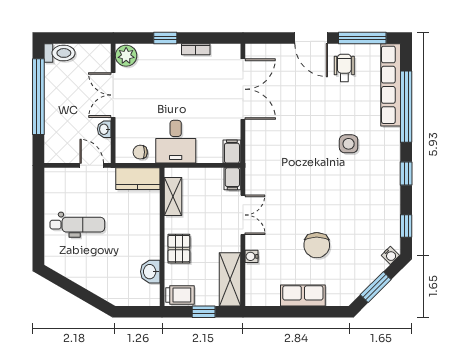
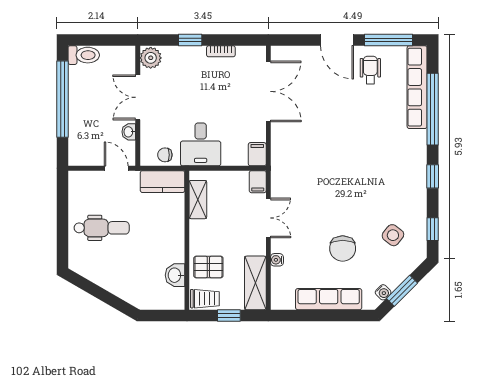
side table: (349, 144) -> (393, 235), moved, turned 38
pallet: (179, 249) -> (208, 267), moved, turned 90
water cooler: (390, 255) -> (383, 292), moved
row of seats: (303, 295) -> (329, 299), width x1.48

